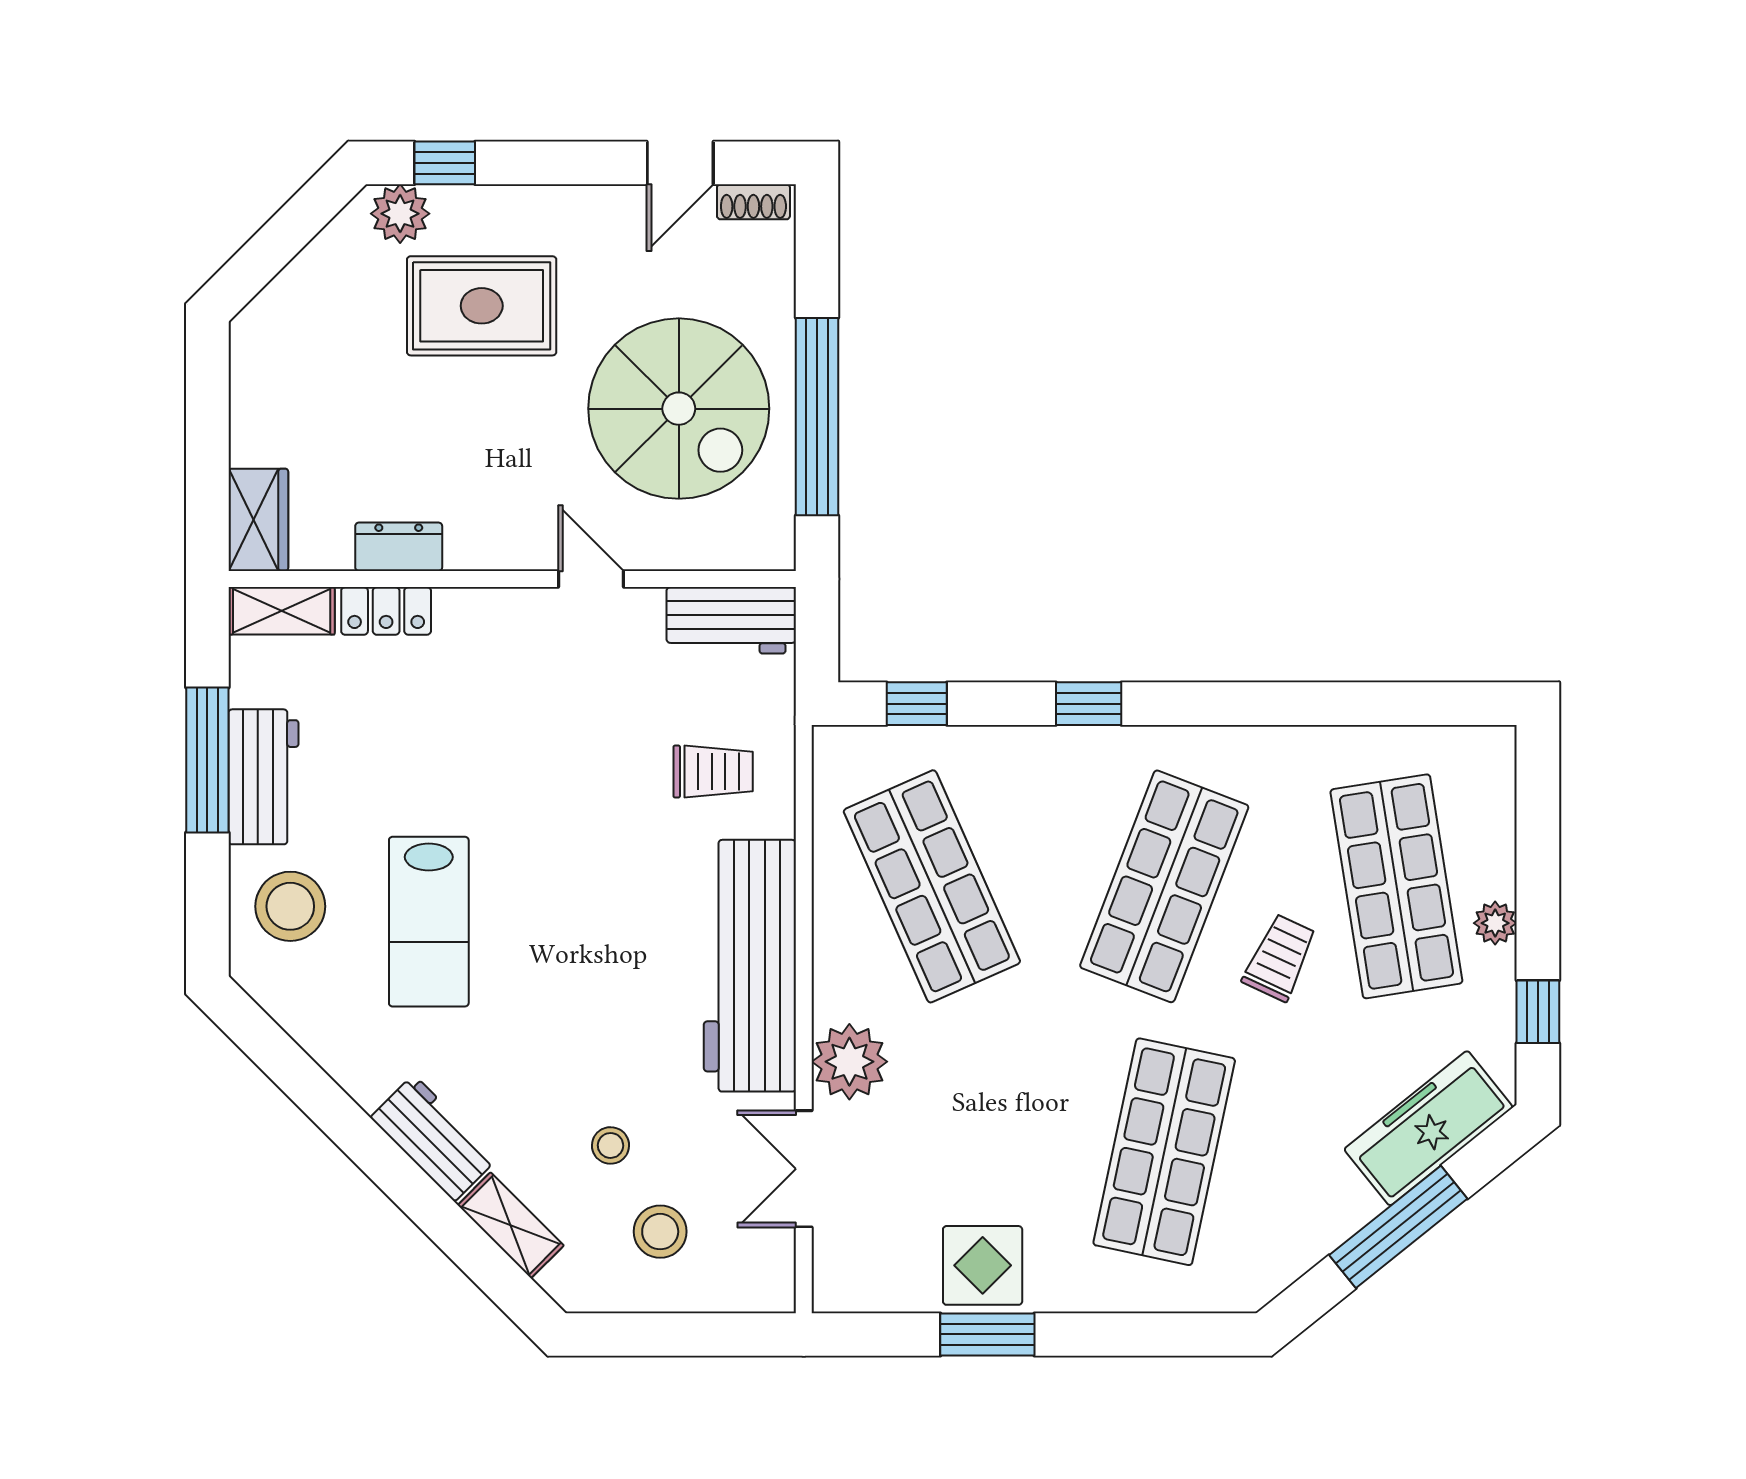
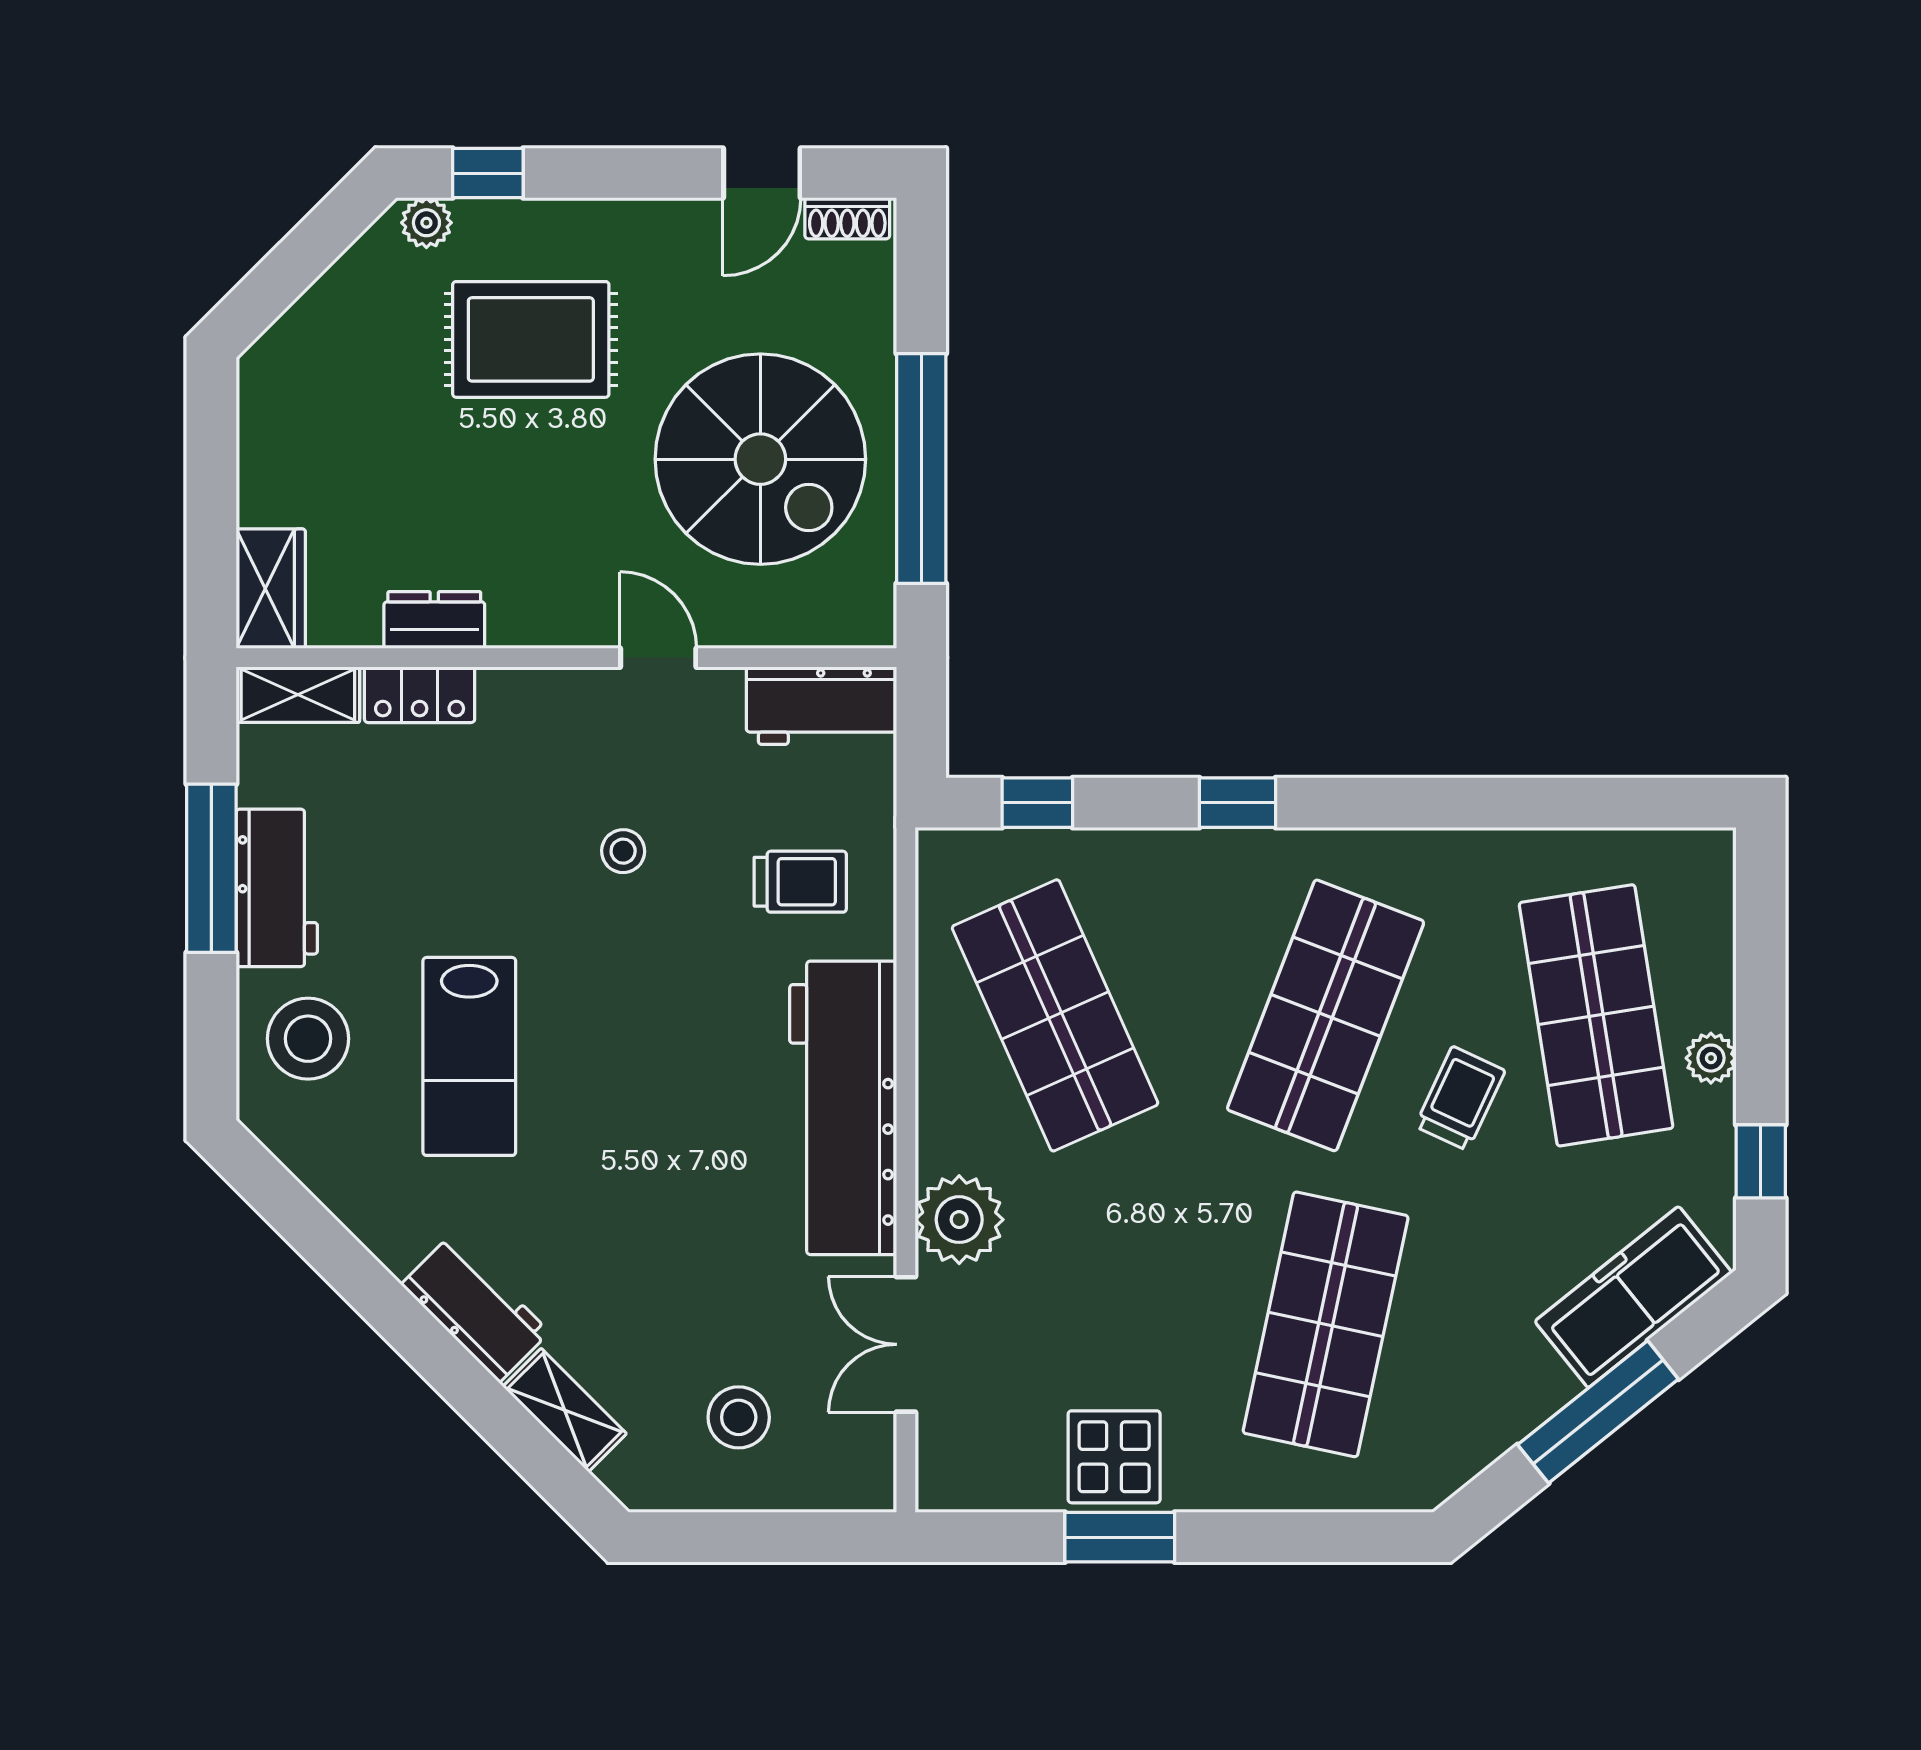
plant: (400, 214) -> (426, 223), width x0.73, depth x0.73
stool: (610, 1145) -> (623, 851), moved

